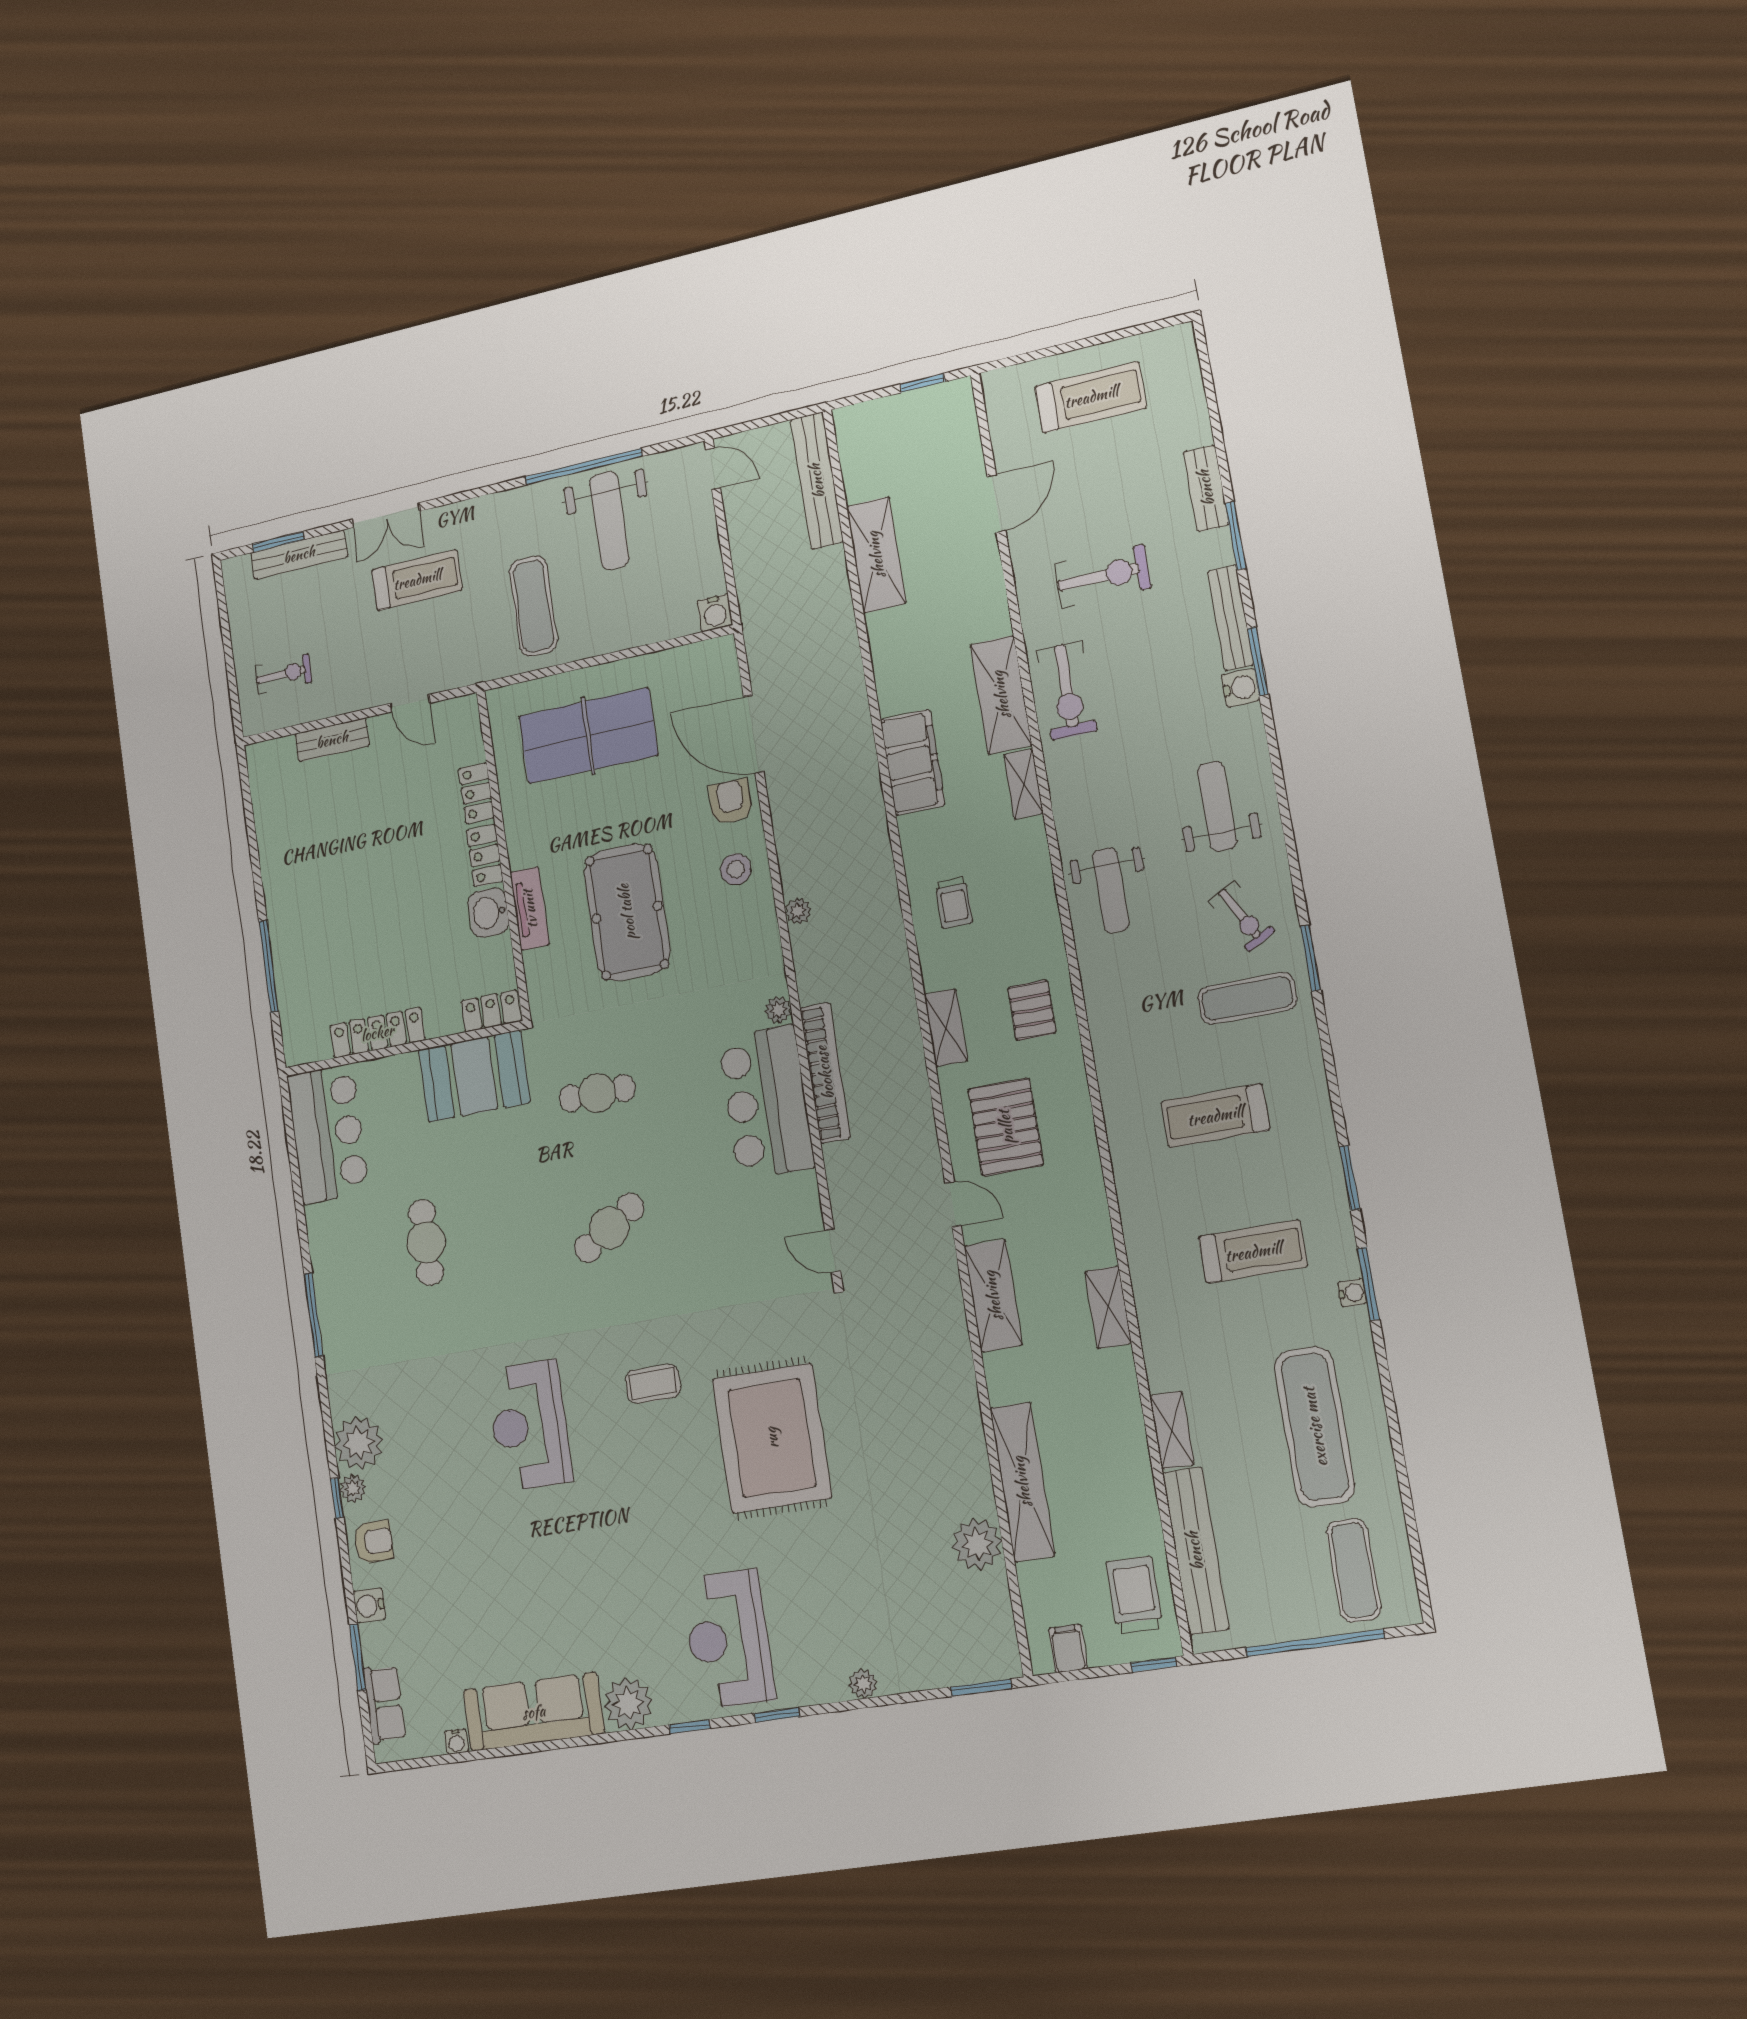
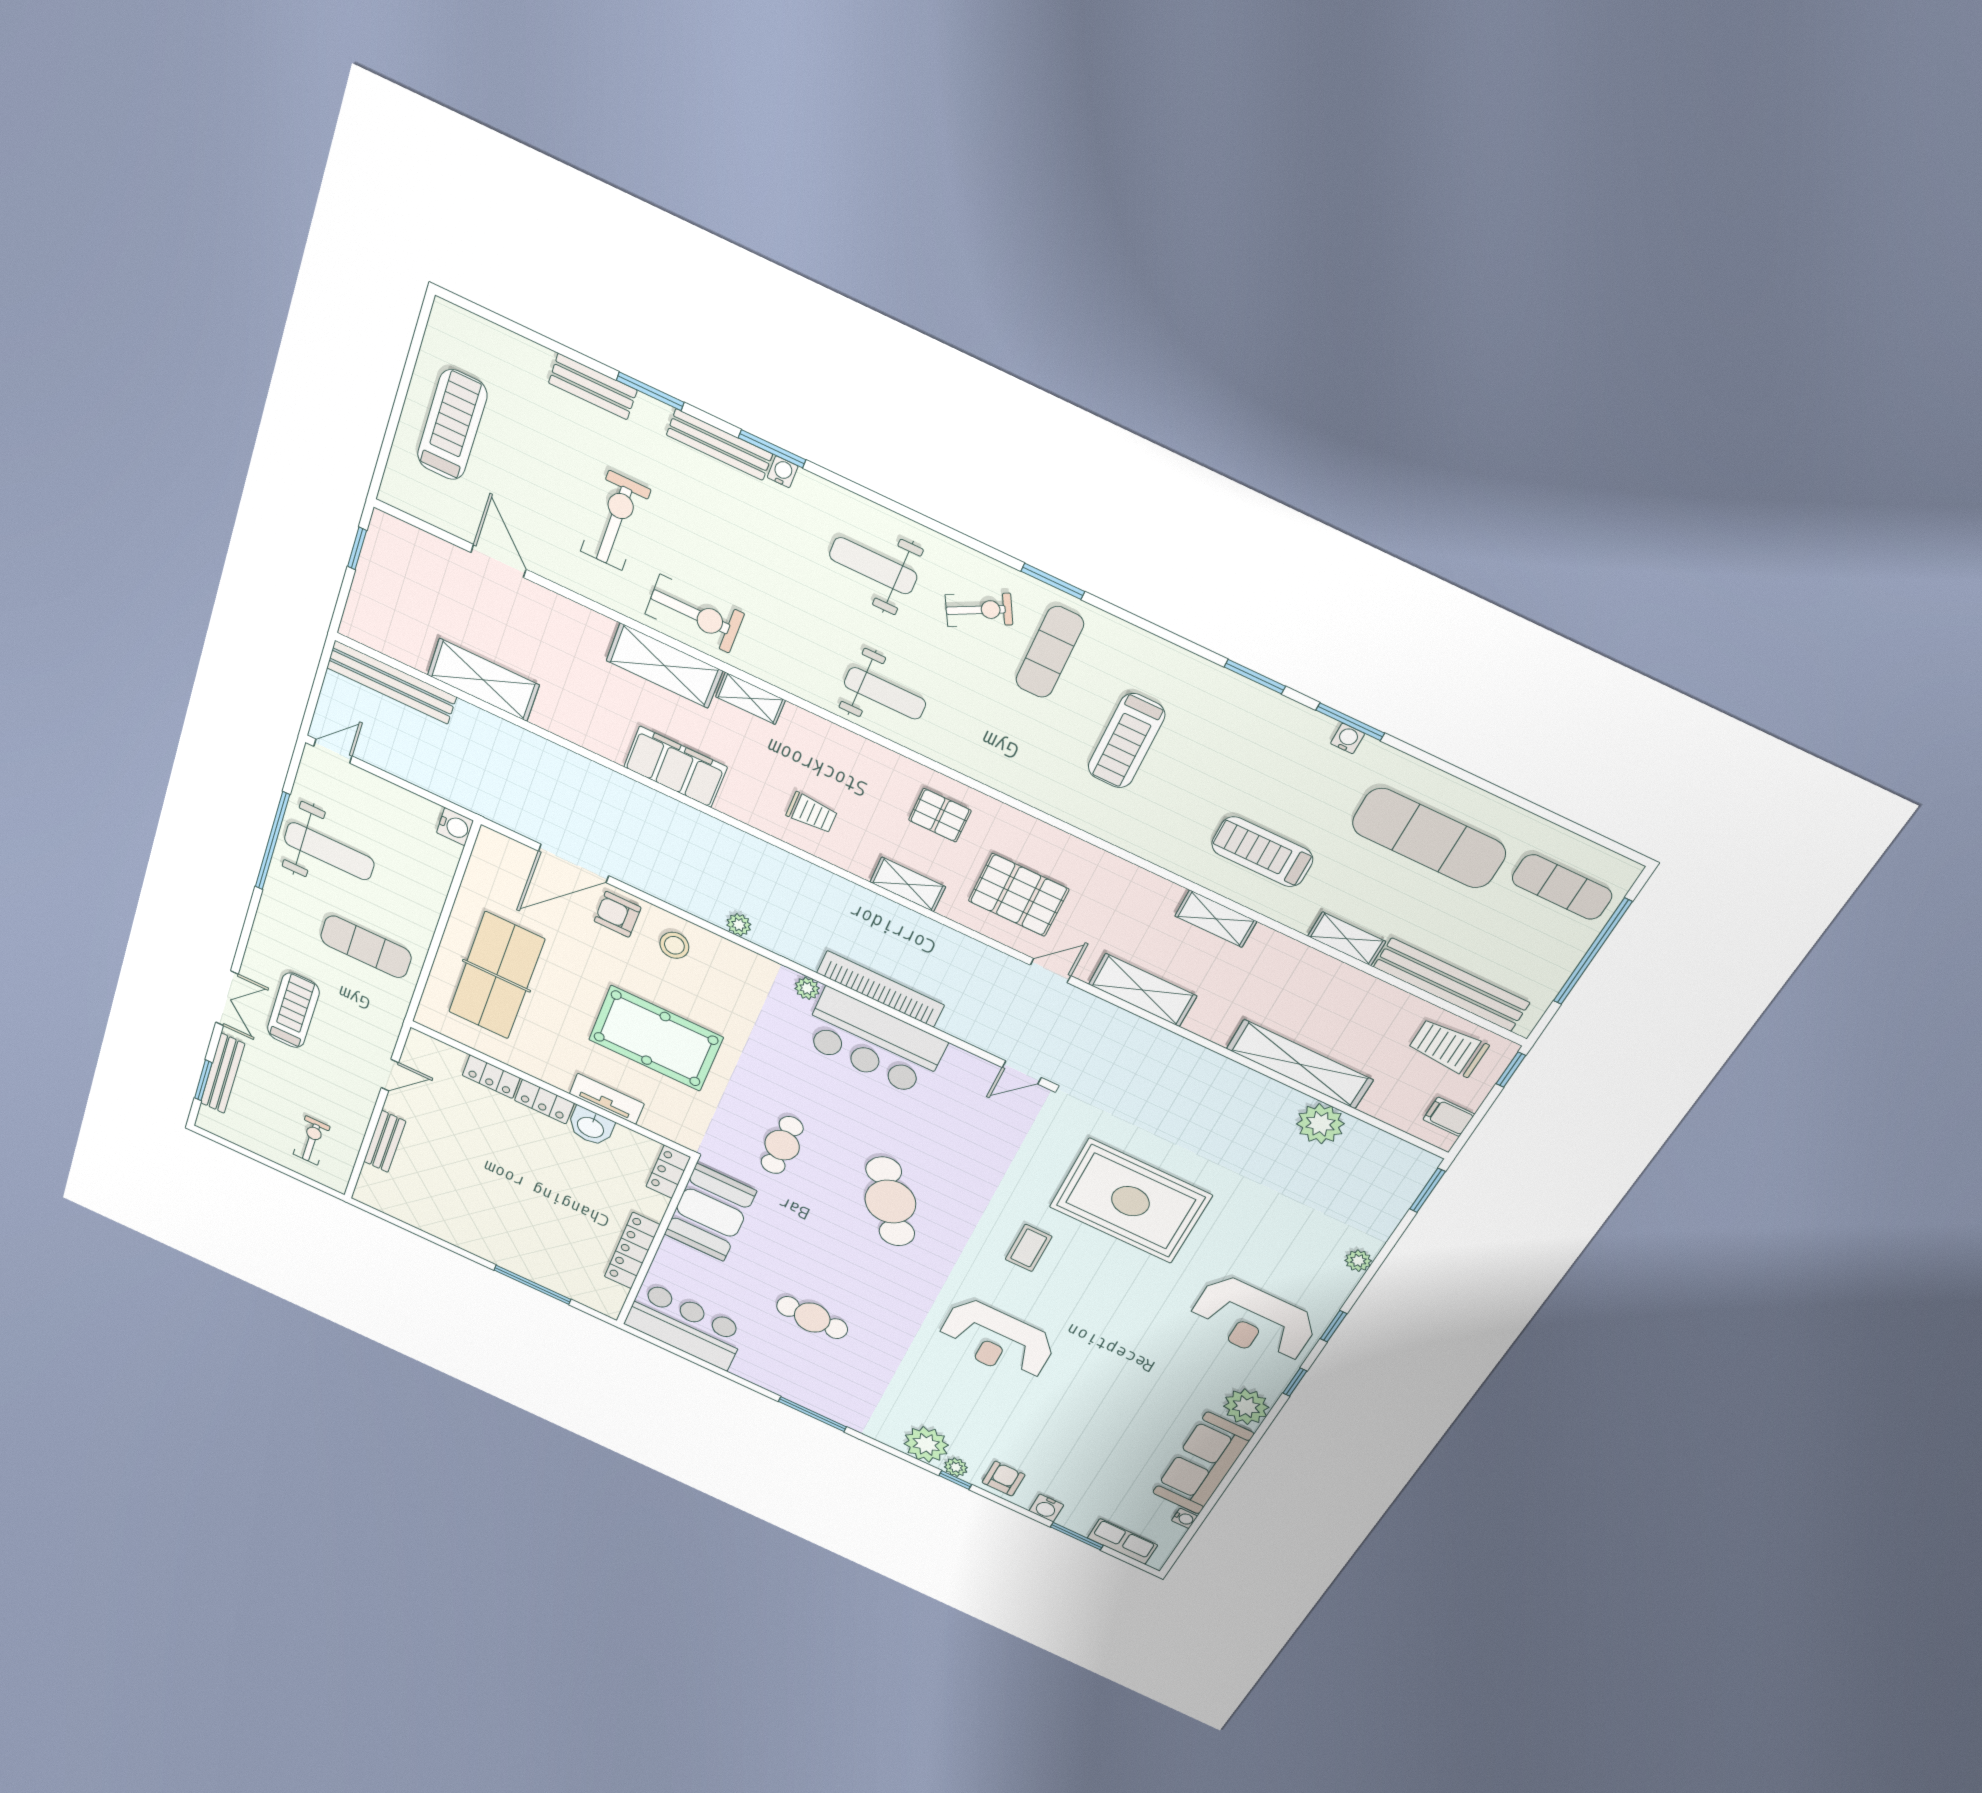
water cooler: (1241, 688) -> (783, 472), width x0.72, depth x0.72
cafe table: (609, 1228) -> (890, 1202), width x1.37, depth x1.35
treadmill: (1253, 1252) -> (1262, 852), moved, turned -90

